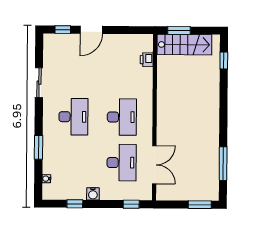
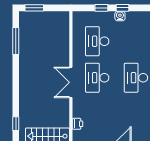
double door: (154, 165) -> (71, 82), moved
window: (75, 204) -> (122, 8), moved
window: (131, 204) -> (101, 8), moved

